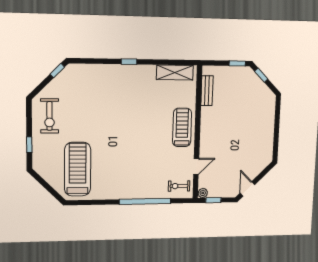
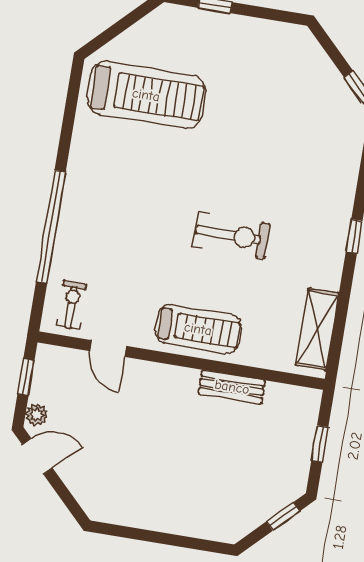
window: (237, 63) -> (320, 444), moved
bench: (207, 91) -> (232, 387), moved
exercise bike: (49, 116) -> (232, 235), moved, turned 180
plant: (203, 193) -> (37, 415), moved

